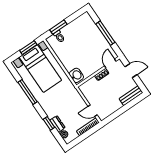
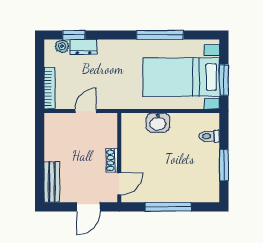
window: (58, 27) -> (224, 165), moved
door: (110, 63) -> (119, 184), hinge flipped
washbasin: (76, 75) -> (158, 123), moved
door: (93, 111) -> (86, 111), moved
window: (49, 123) -> (74, 35), moved

